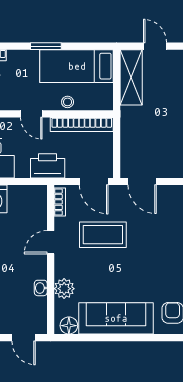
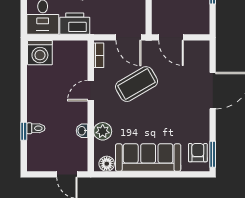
printer: (48, 166) -> (75, 24), moved
coffee table: (103, 235) -> (137, 84), turned -30

